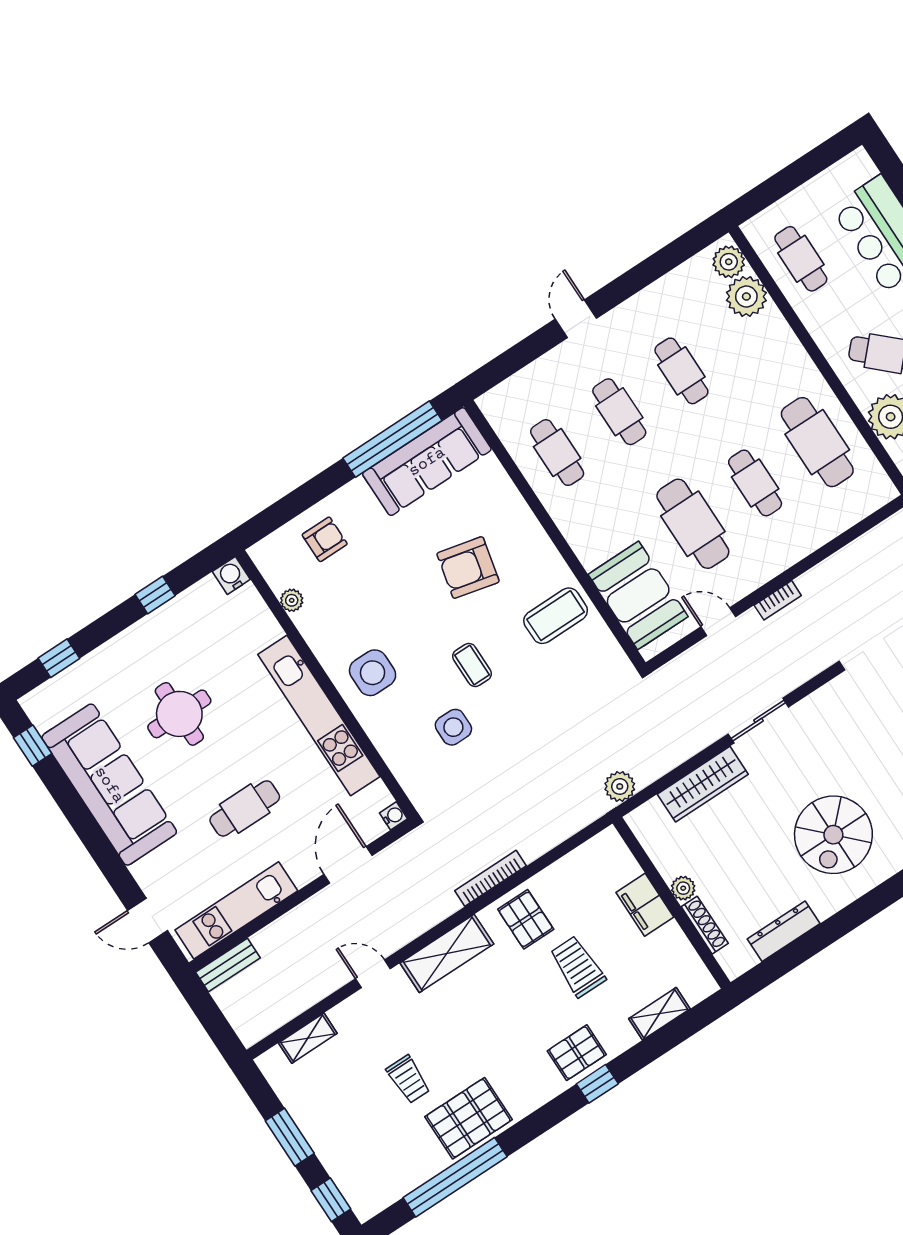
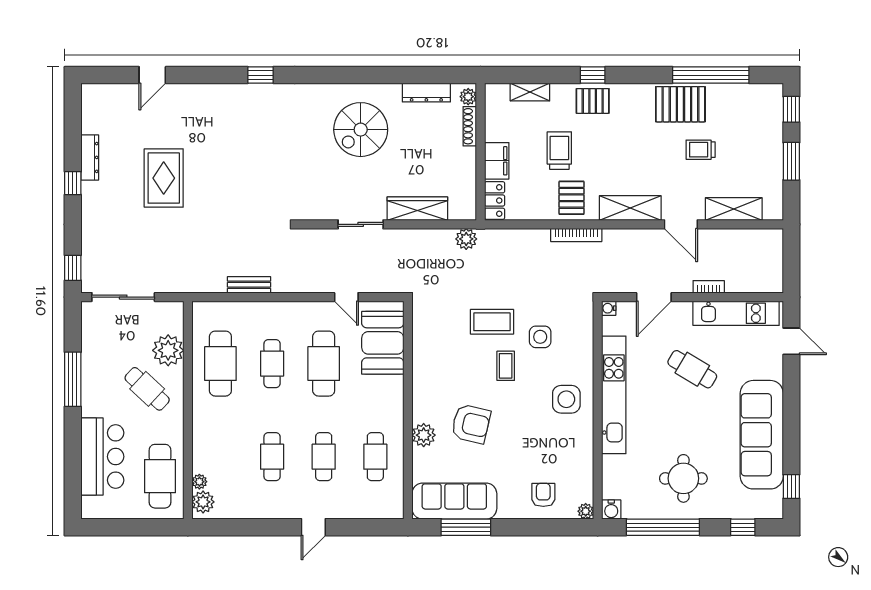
cafe table: (801, 259) -> (160, 476), width x1.37, depth x1.35
plant: (746, 296) -> (199, 482), width x0.53, depth x0.53
window: (392, 439) -> (466, 527), width x0.68
plant: (516, 517) -> (424, 435), added
armchair: (325, 539) -> (543, 495), turned 90
window: (155, 595) -> (663, 527), width x3.17
plant: (292, 600) -> (586, 511), moved
bookcase: (778, 600) -> (709, 287), moved
coffee table: (556, 616) -> (492, 322), moved
round table: (179, 714) -> (683, 478), moved
cafe table: (245, 808) -> (692, 369), turned 31
spiral stairs: (833, 835) -> (361, 130), turned 180
locker: (616, 855) -> (495, 201), added
plant: (683, 888) -> (468, 97), moved
bench: (228, 965) -> (249, 285), moved
trolley: (578, 967) -> (559, 151), turned 180
door: (373, 974) -> (681, 224), width x1.38
shelving: (308, 1038) -> (734, 209), width x1.50, depth x1.33
trolley: (408, 1079) -> (701, 150), turned -90

